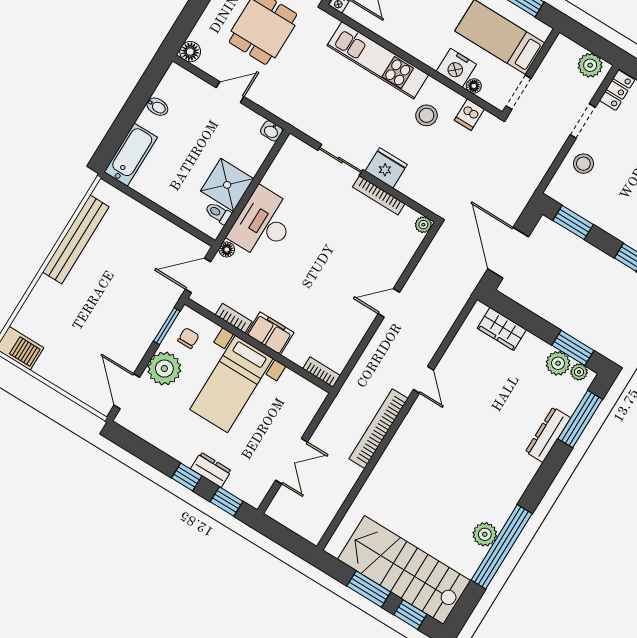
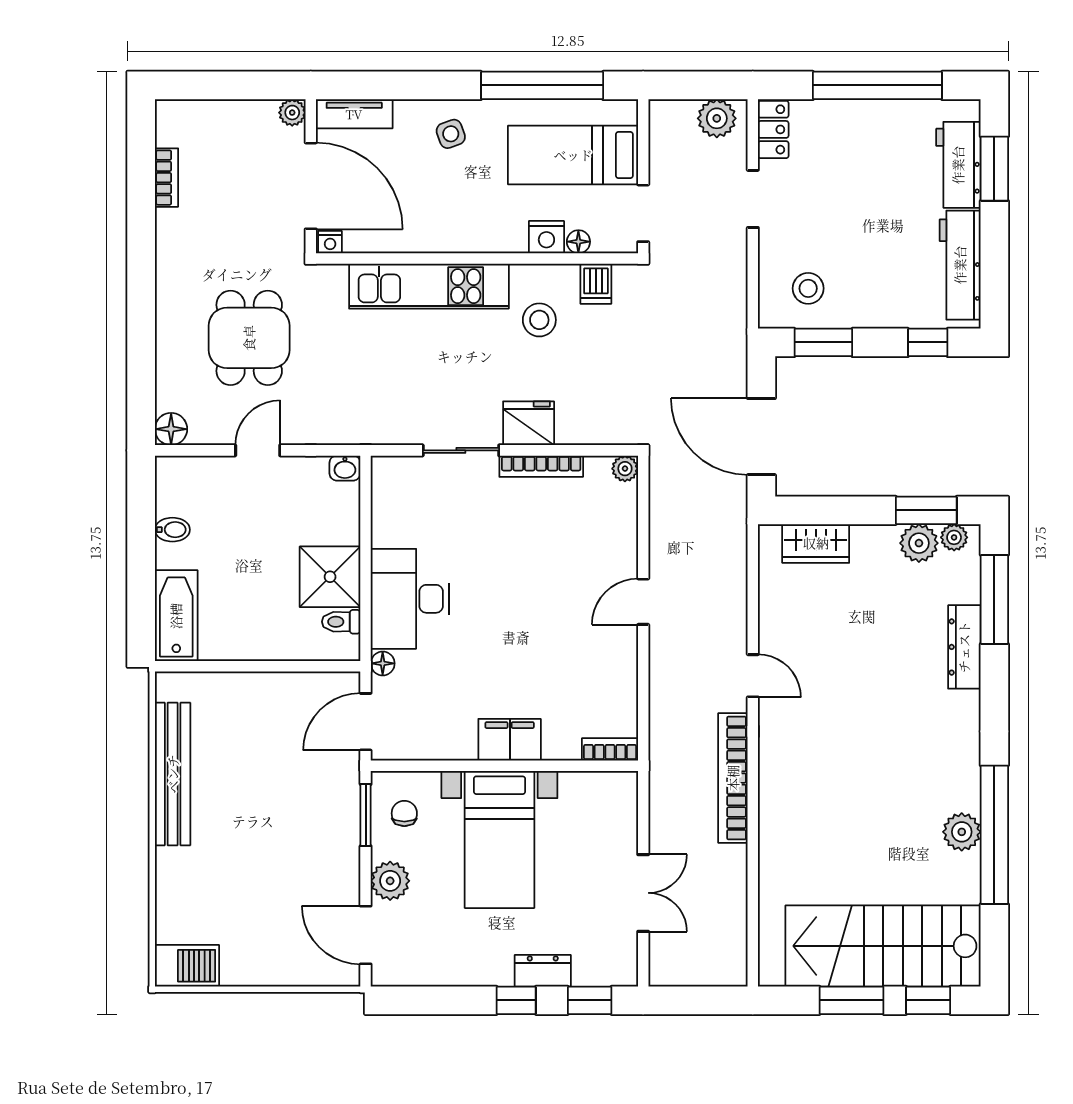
nightstand: (456, 68) -> (546, 237), width x0.74, depth x0.75
stool: (583, 164) -> (808, 288), moved
bookcase: (234, 318) -> (448, 750), removed
plant: (164, 369) -> (390, 881), width x0.73, depth x0.73

